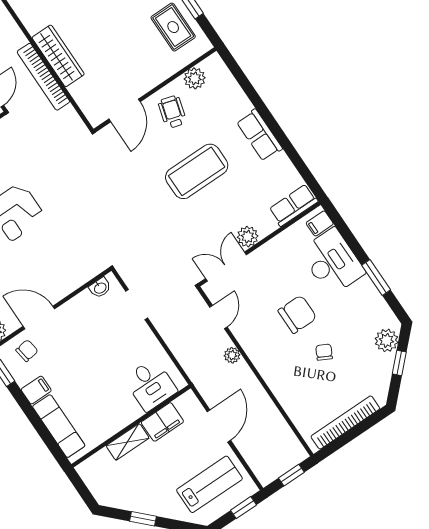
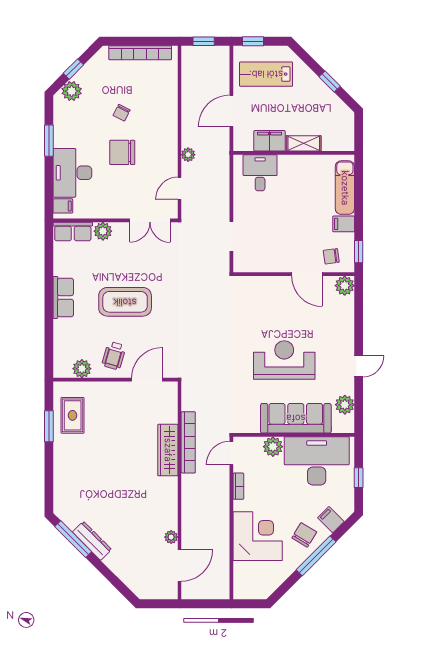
plant: (248, 237) -> (103, 231), moved
washbasin: (100, 288) -> (249, 266), removed

